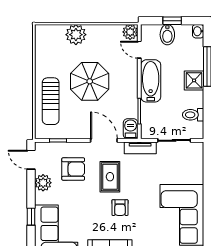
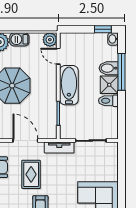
window: (172, 21) -> (103, 29), moved
bidet: (167, 35) -> (109, 68), moved, turned 90
toilet: (193, 115) -> (108, 101), moved
barbecue: (131, 129) -> (19, 39), moved, turned -90

